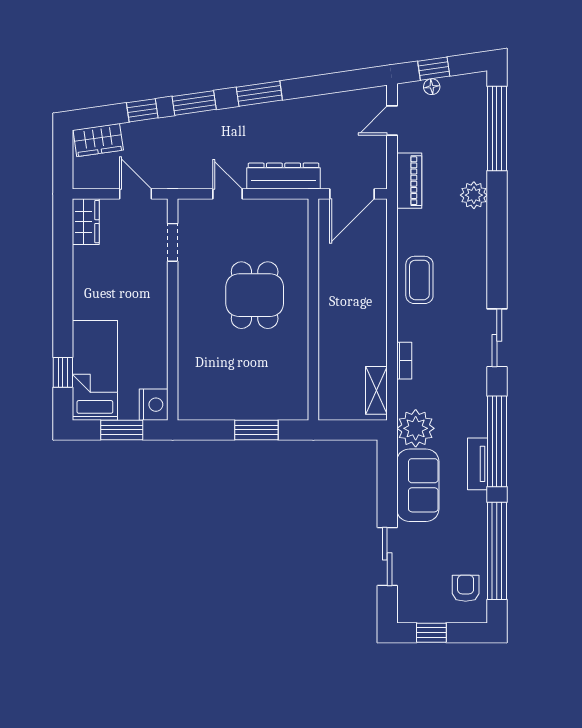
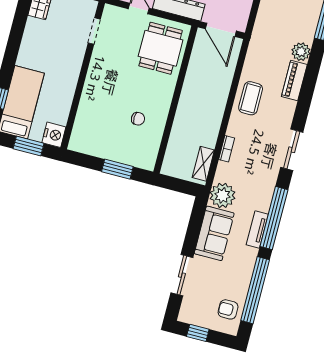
piano: (409, 181) -> (294, 80), moved, turned 180
door: (352, 194) -> (221, 30), hinge flipped
dining table: (255, 295) -> (161, 48), moved
chair: (267, 351) -> (138, 119), added
armchair: (466, 588) -> (228, 309), turned -90

